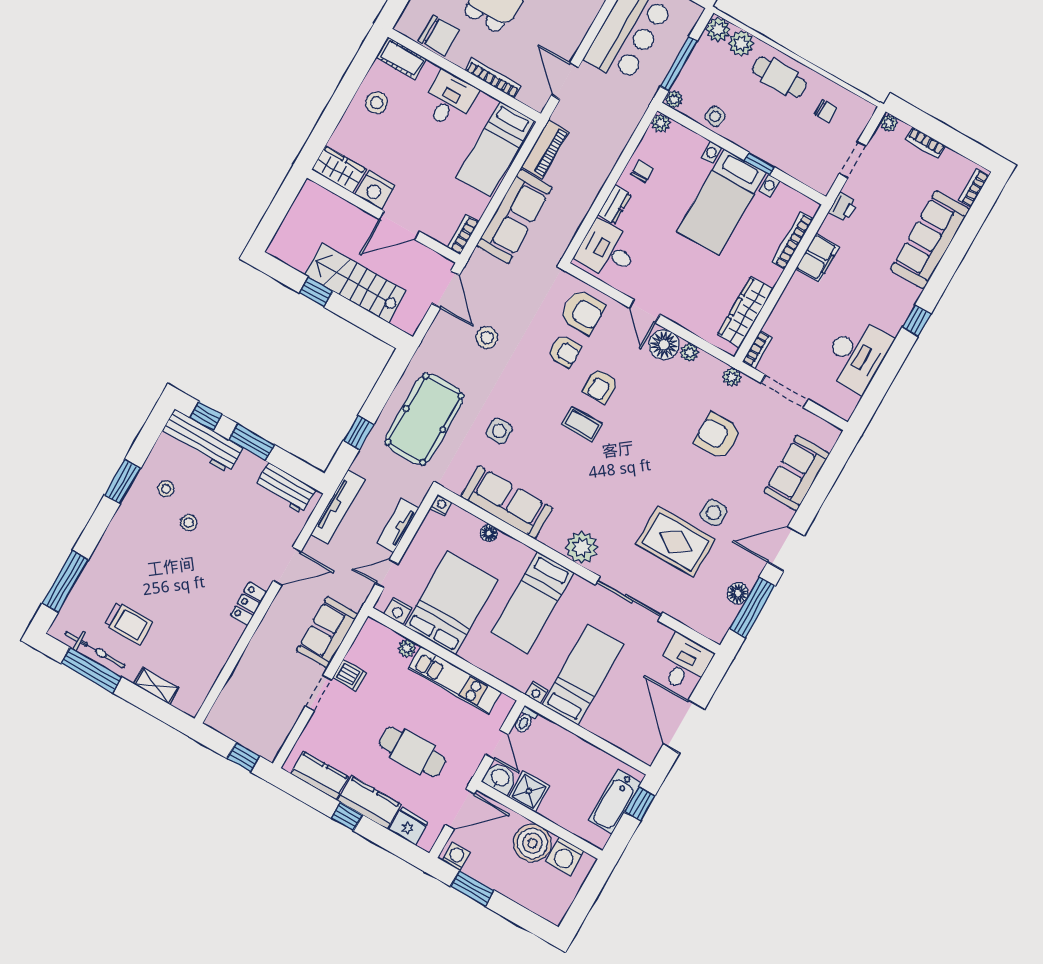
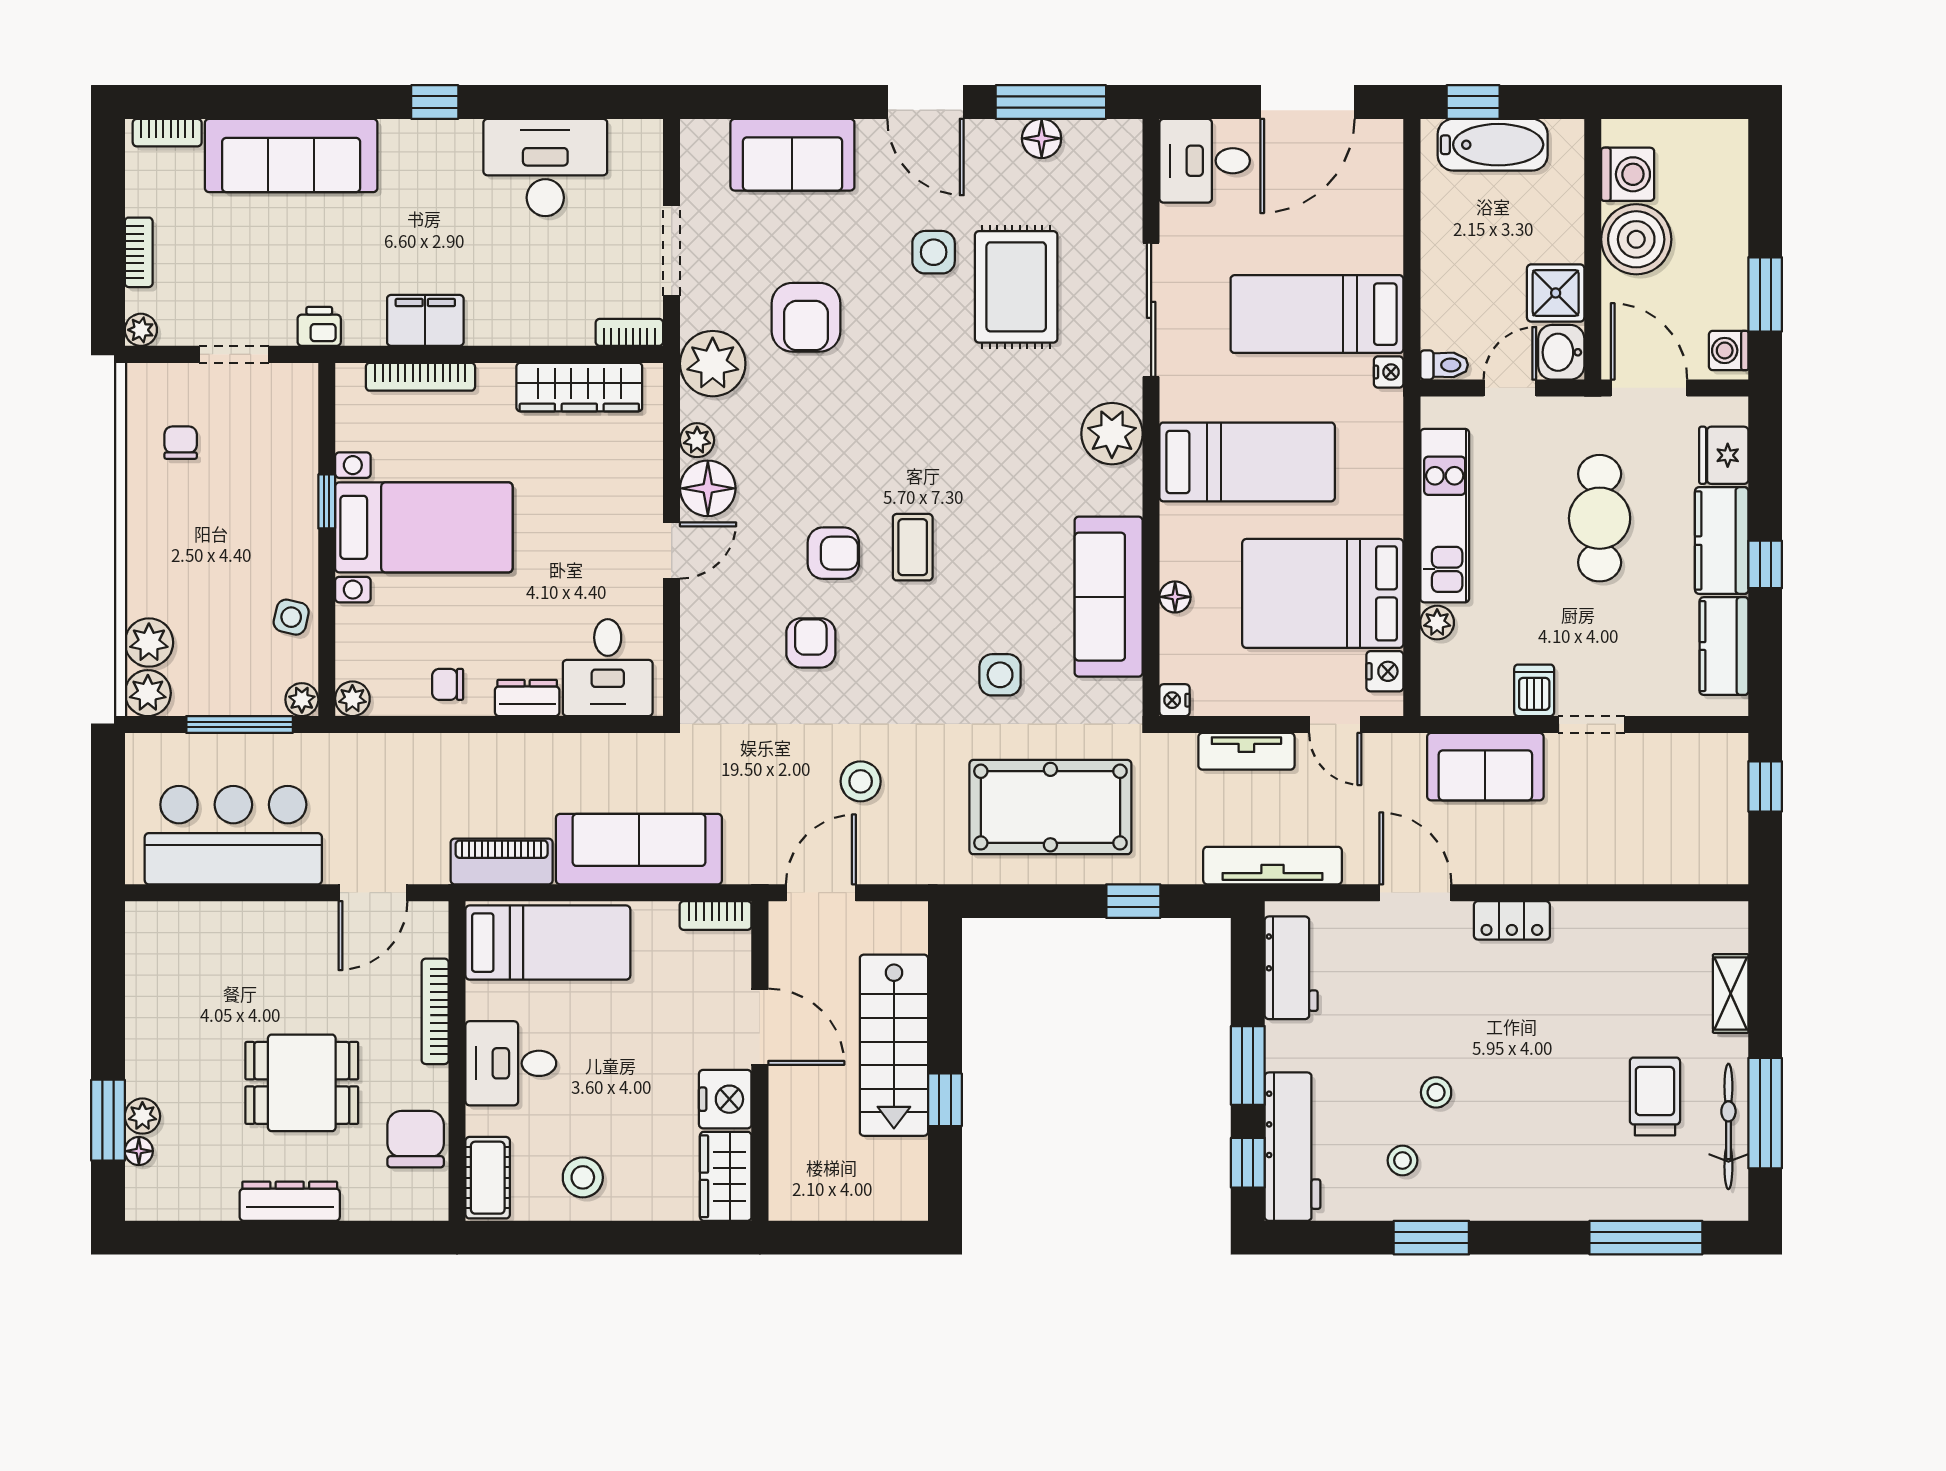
cafe table: (779, 77) -> (168, 550), removed
armchair: (582, 312) -> (730, 651), removed
plant: (732, 377) -> (713, 364), width x1.87, depth x1.87

